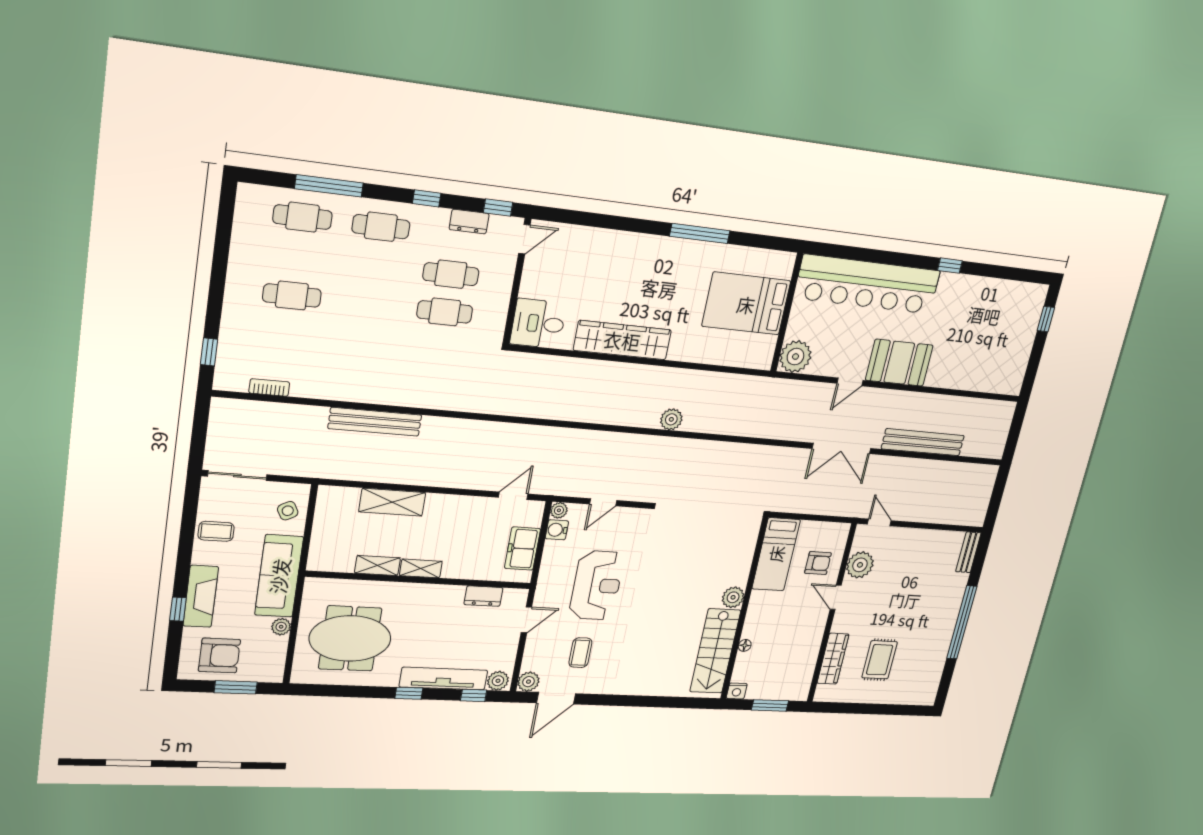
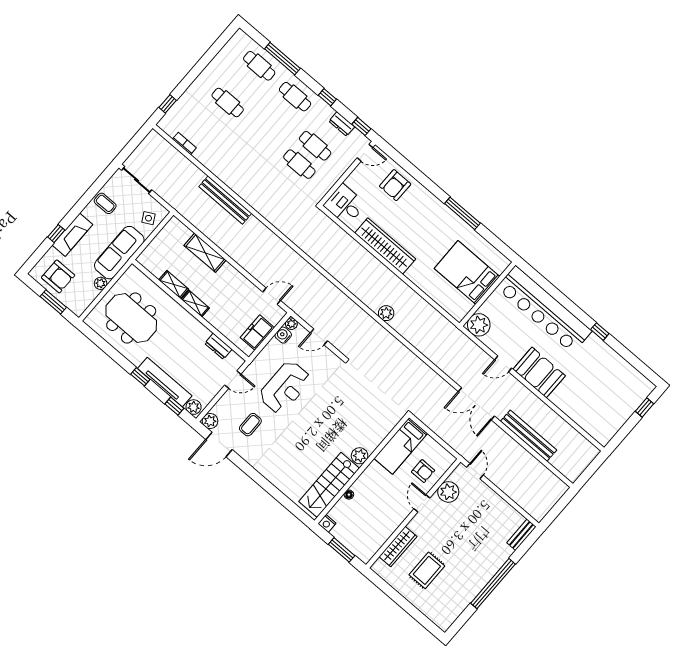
armchair: (590, 255) -> (395, 185), added

